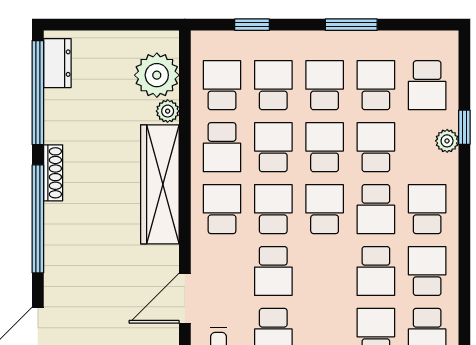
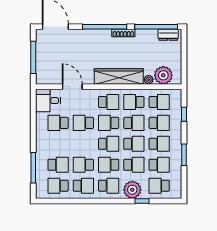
plant: (447, 141) -> (132, 190), width x1.88, depth x1.88
school desk: (273, 209) -> (109, 123), turned 180

